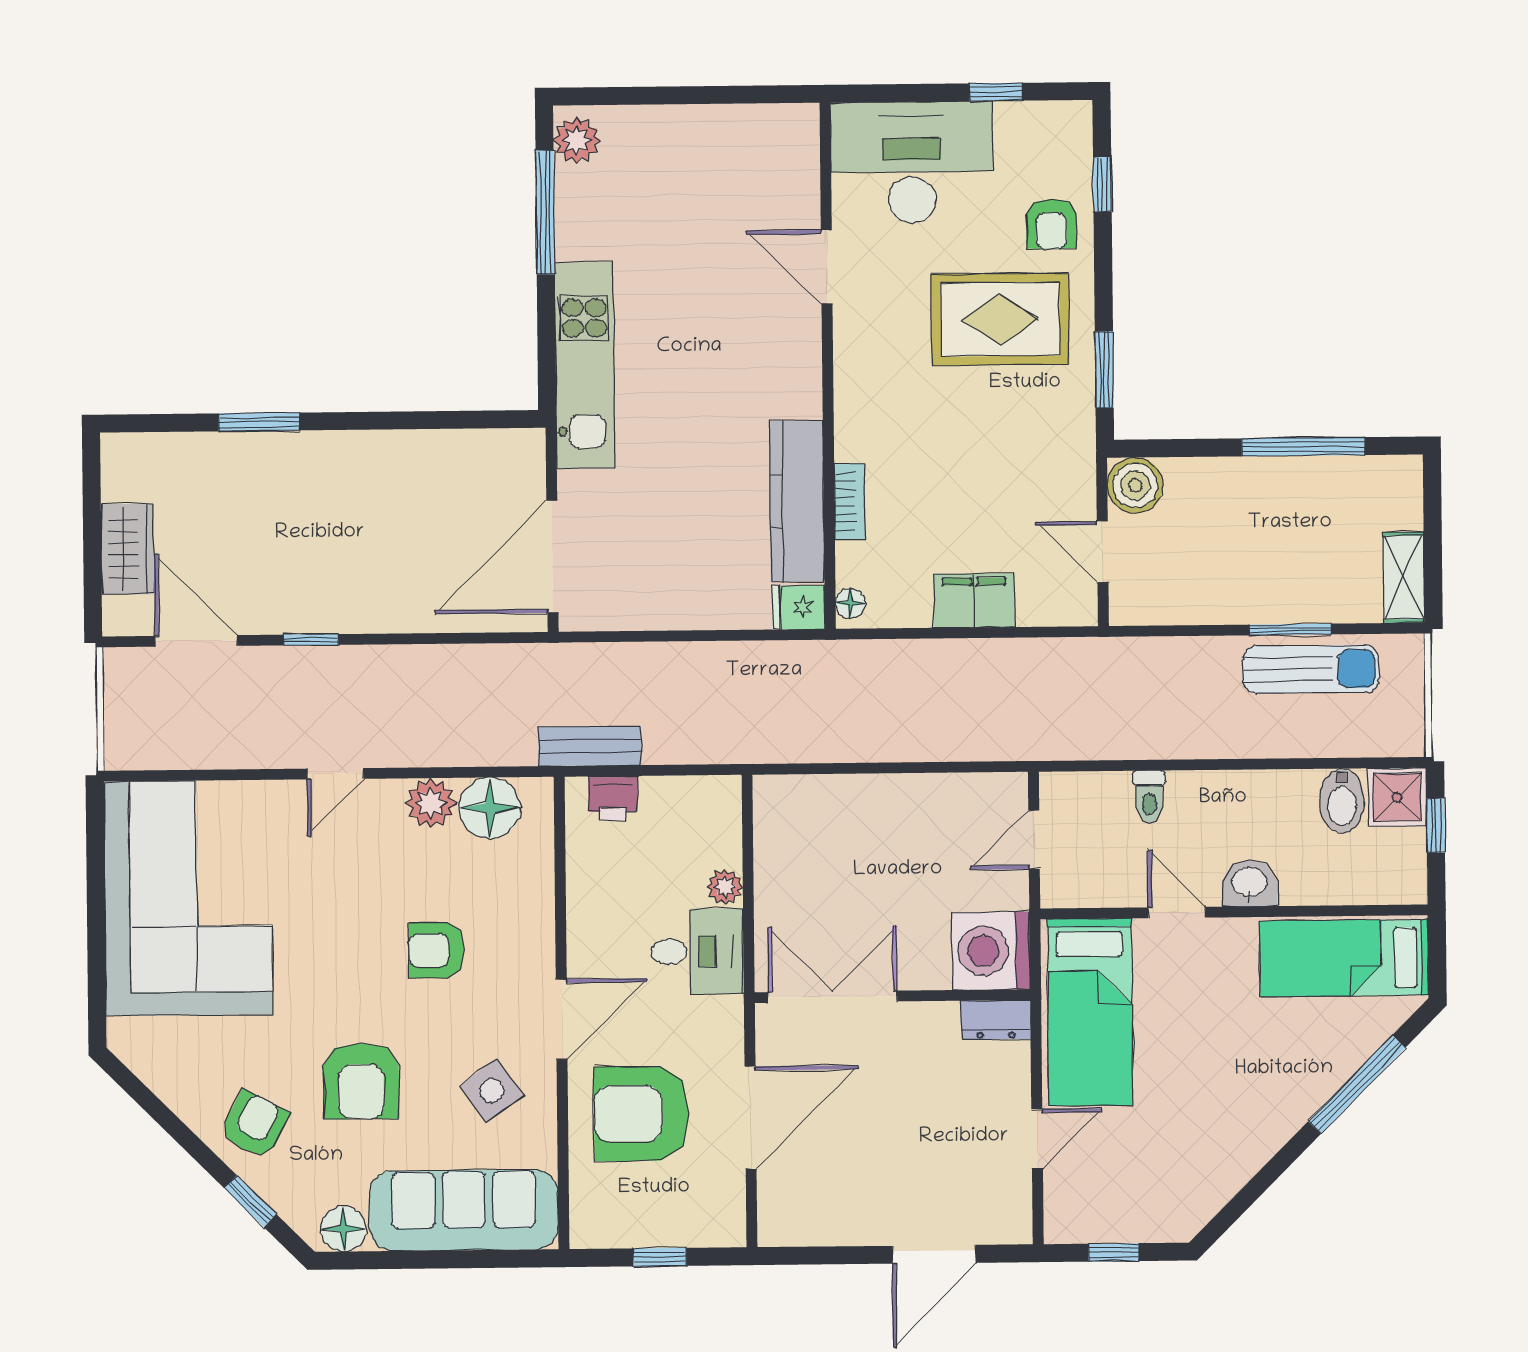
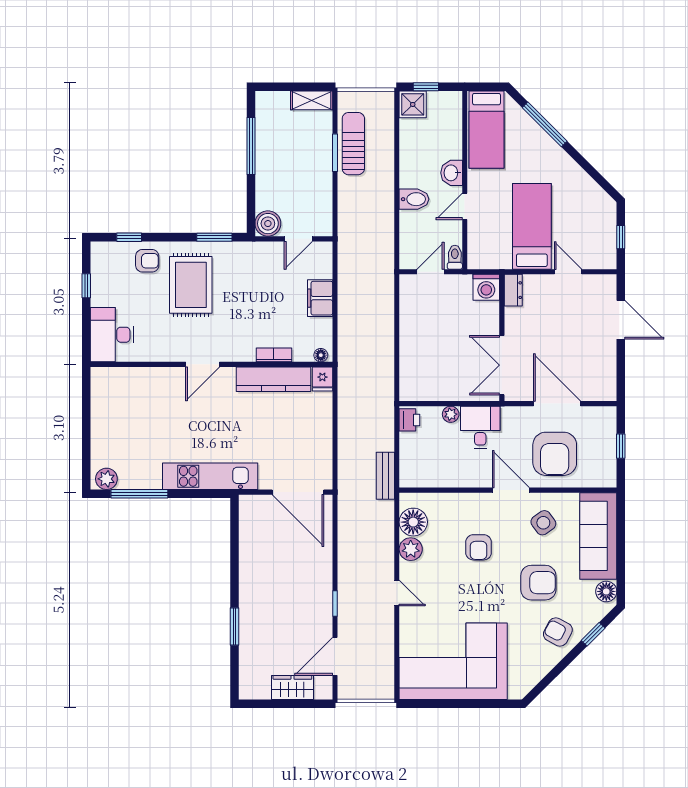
desk: (912, 162) -> (112, 335), width x0.73, depth x0.77
door: (827, 267) -> (203, 364), moved
toilet: (1149, 797) -> (455, 257), moved, turned -90
printer: (613, 798) -> (409, 420), moved
bidet: (1342, 801) -> (414, 199), moved
door: (1034, 840) -> (431, 272), swing flipped
washing machine: (991, 951) -> (486, 287), width x0.73, depth x0.73
bed: (1090, 1012) -> (532, 226), moved, turned -90

